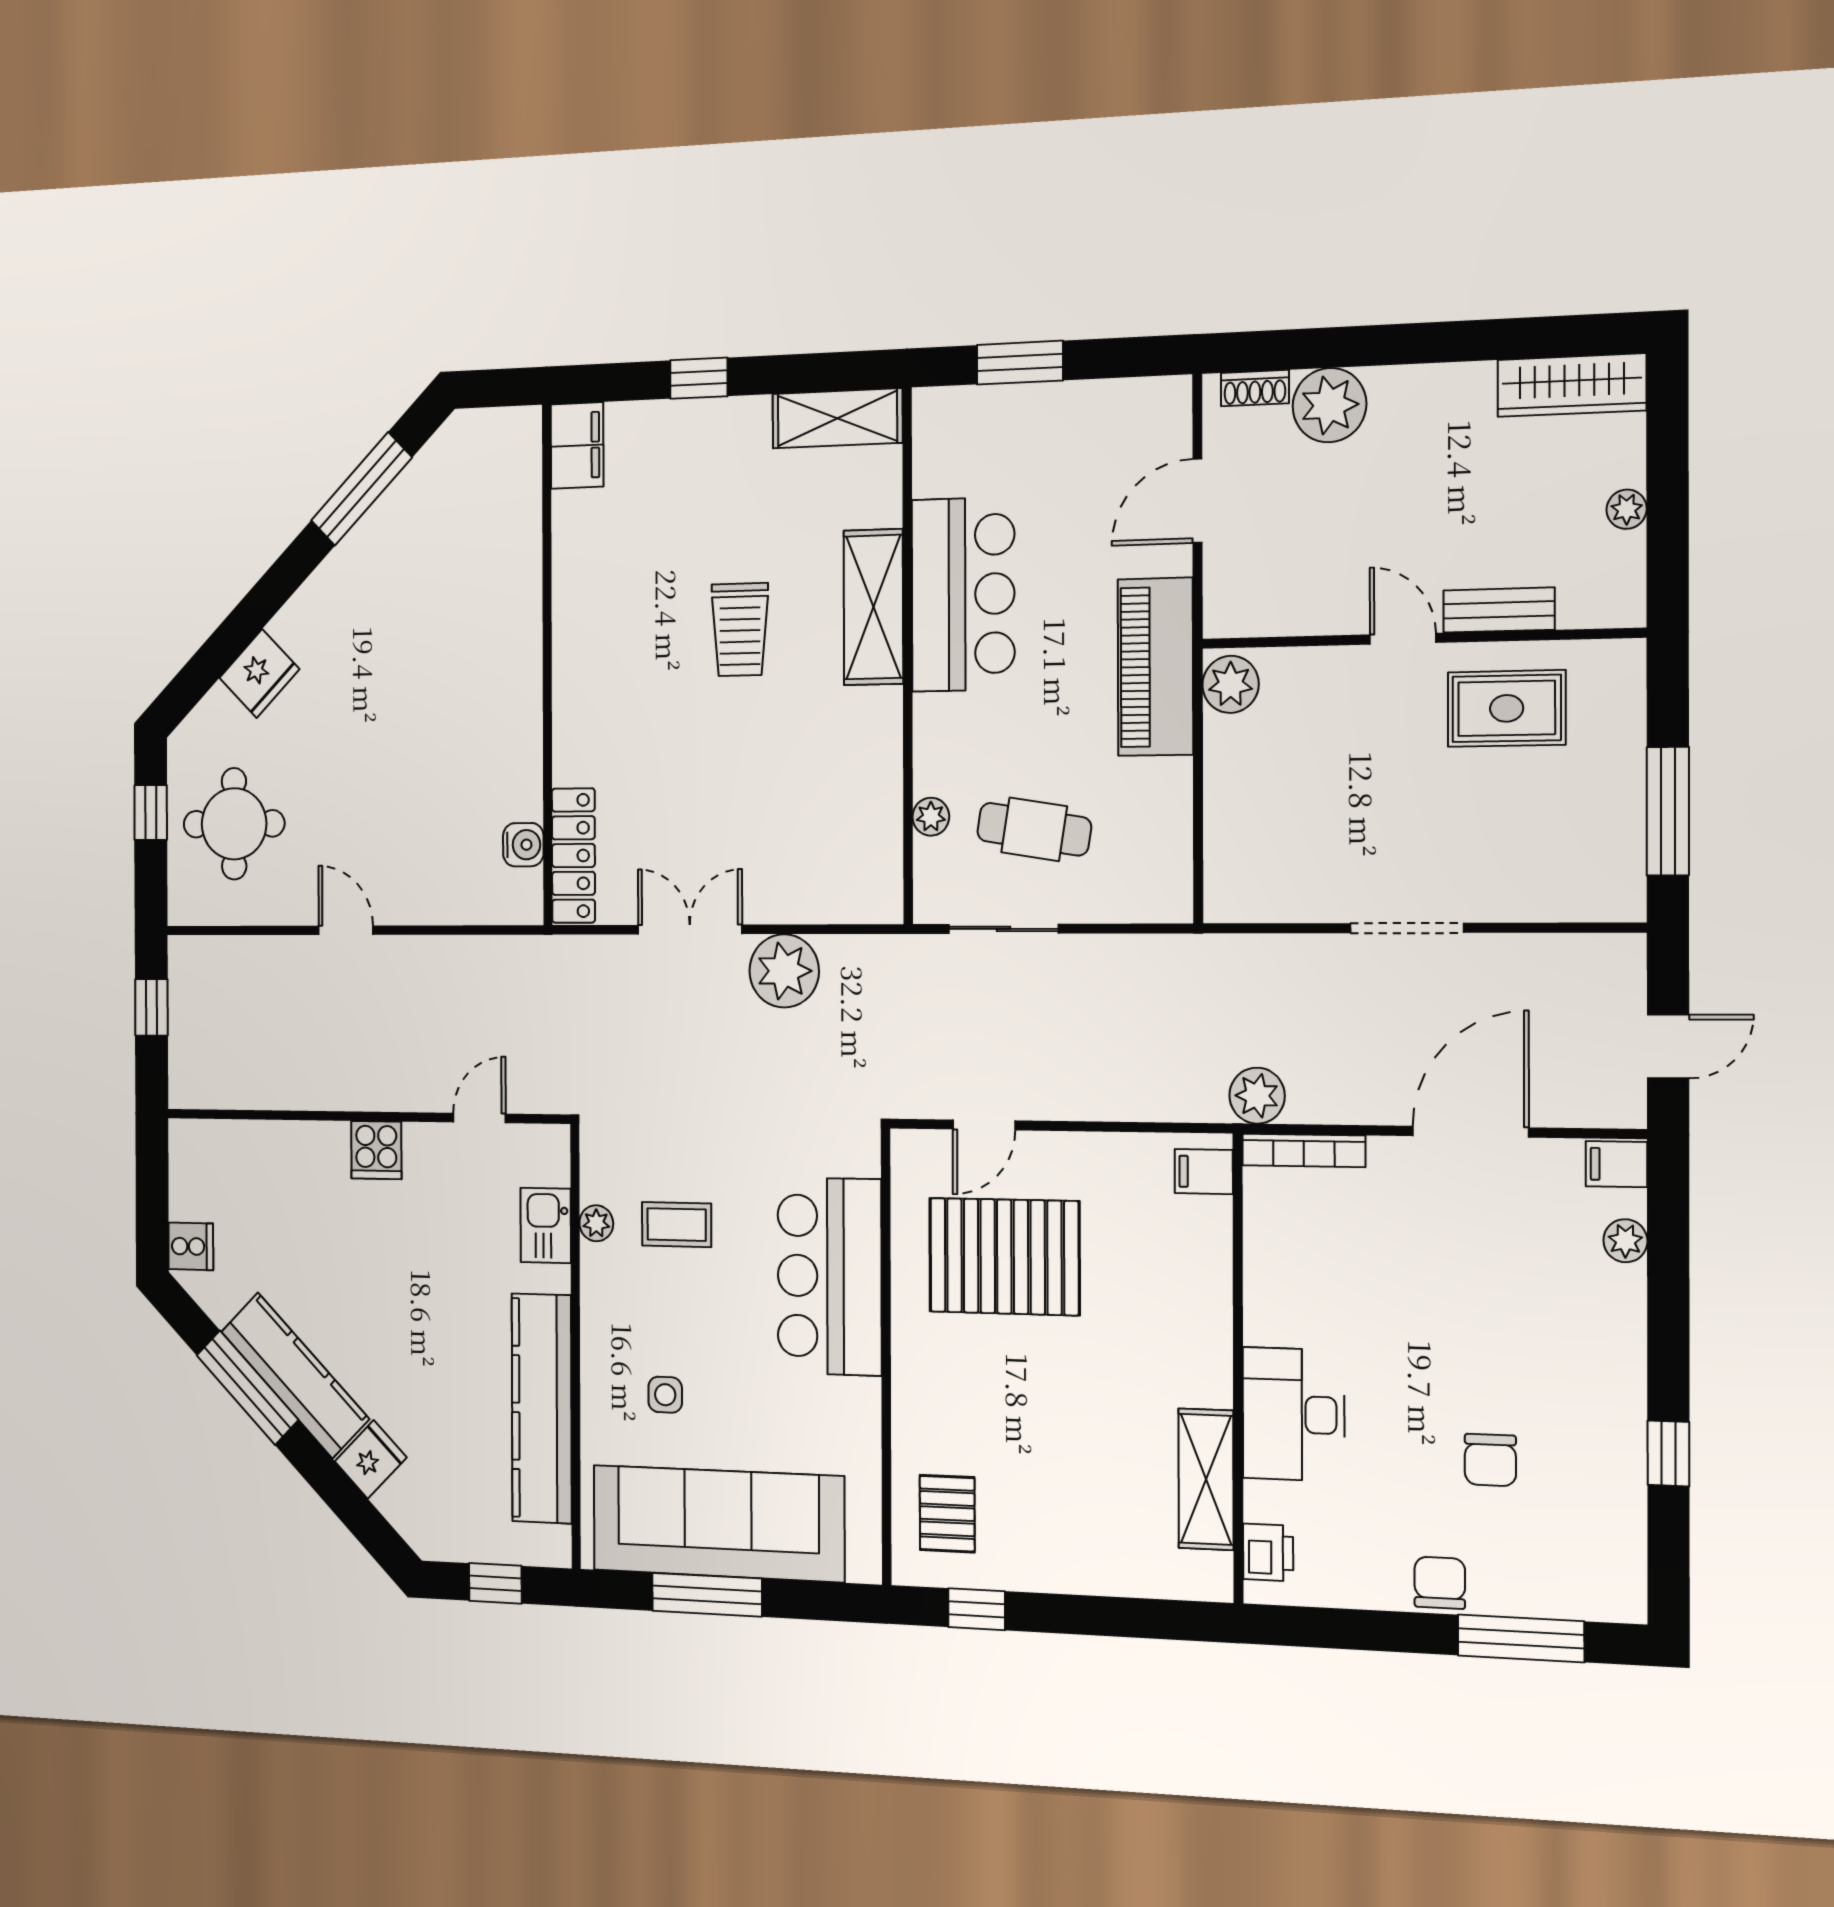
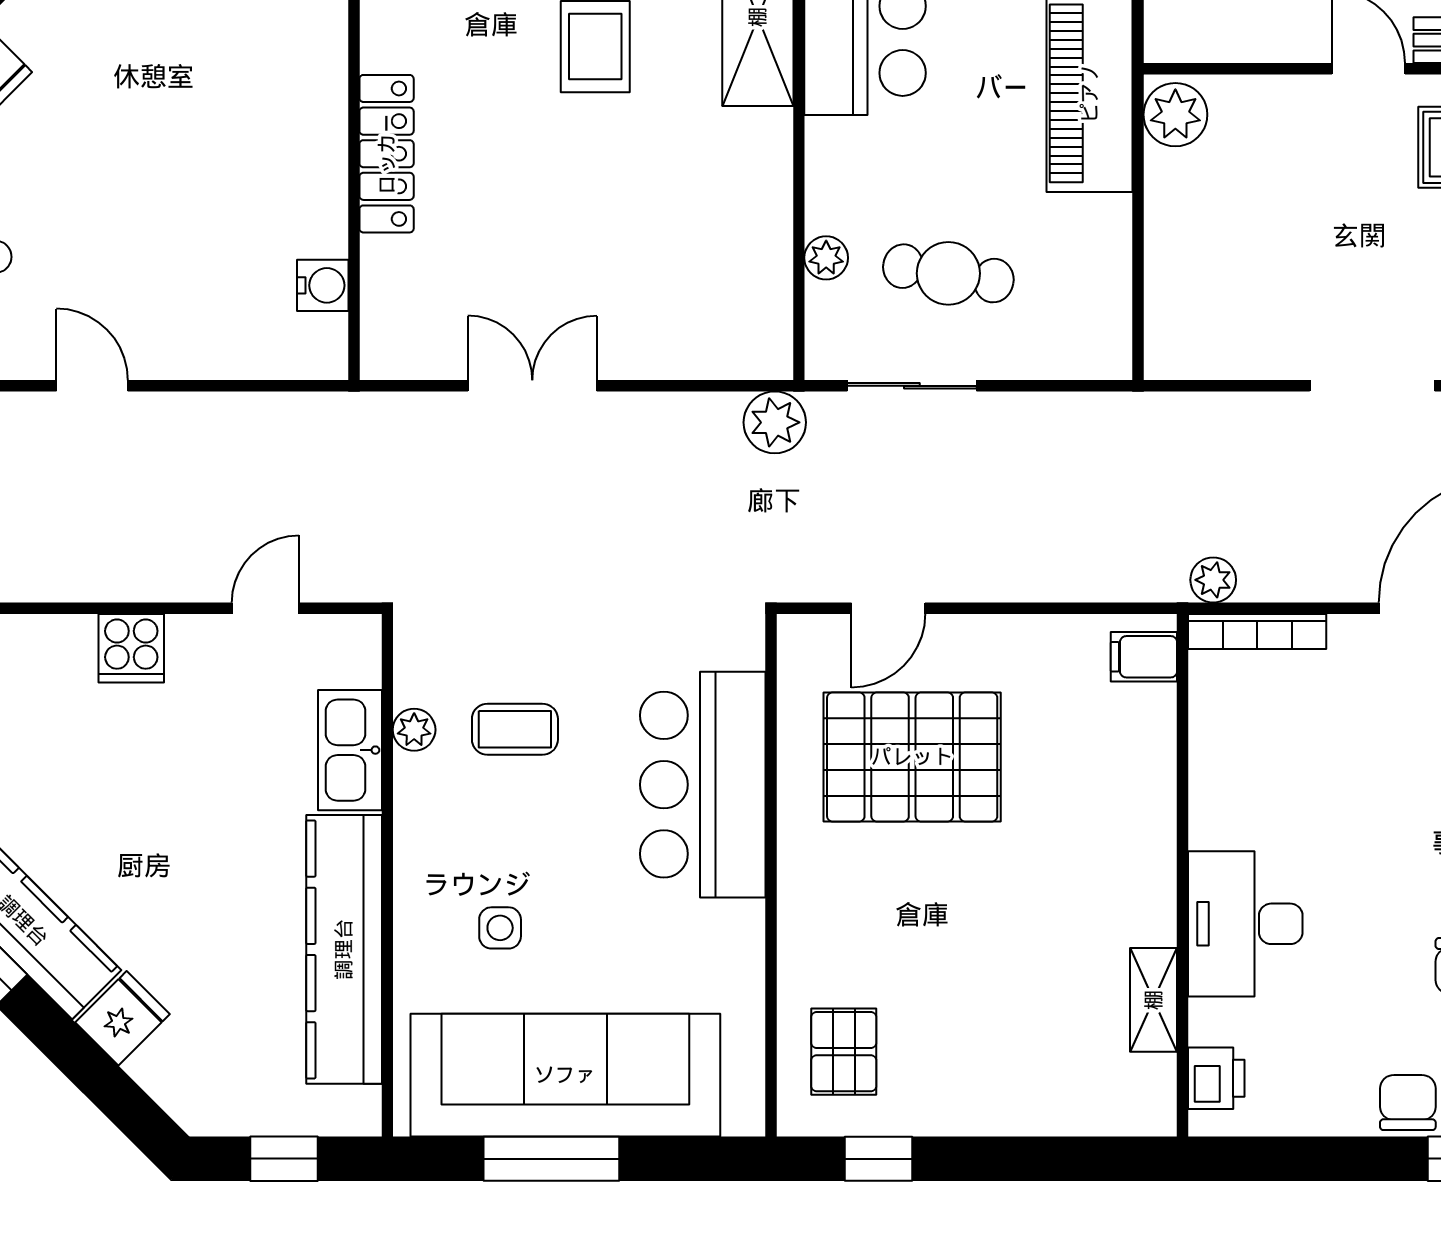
locker: (573, 856) -> (387, 154), moved
plant: (784, 971) -> (775, 422), moved, width x0.73, depth x0.73
plant: (1257, 1096) -> (1213, 580), width x0.73, depth x0.73
kitchen sink: (546, 1225) -> (350, 750), width x1.38
shelving: (1206, 1479) -> (1154, 1000), width x0.67, depth x0.75

